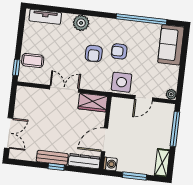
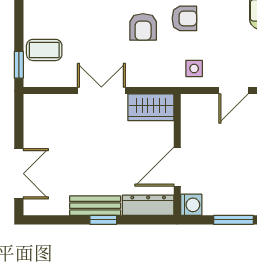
armchair: (119, 51) -> (184, 18), turned 180
side table: (122, 82) -> (194, 68), width x0.54, depth x0.54

